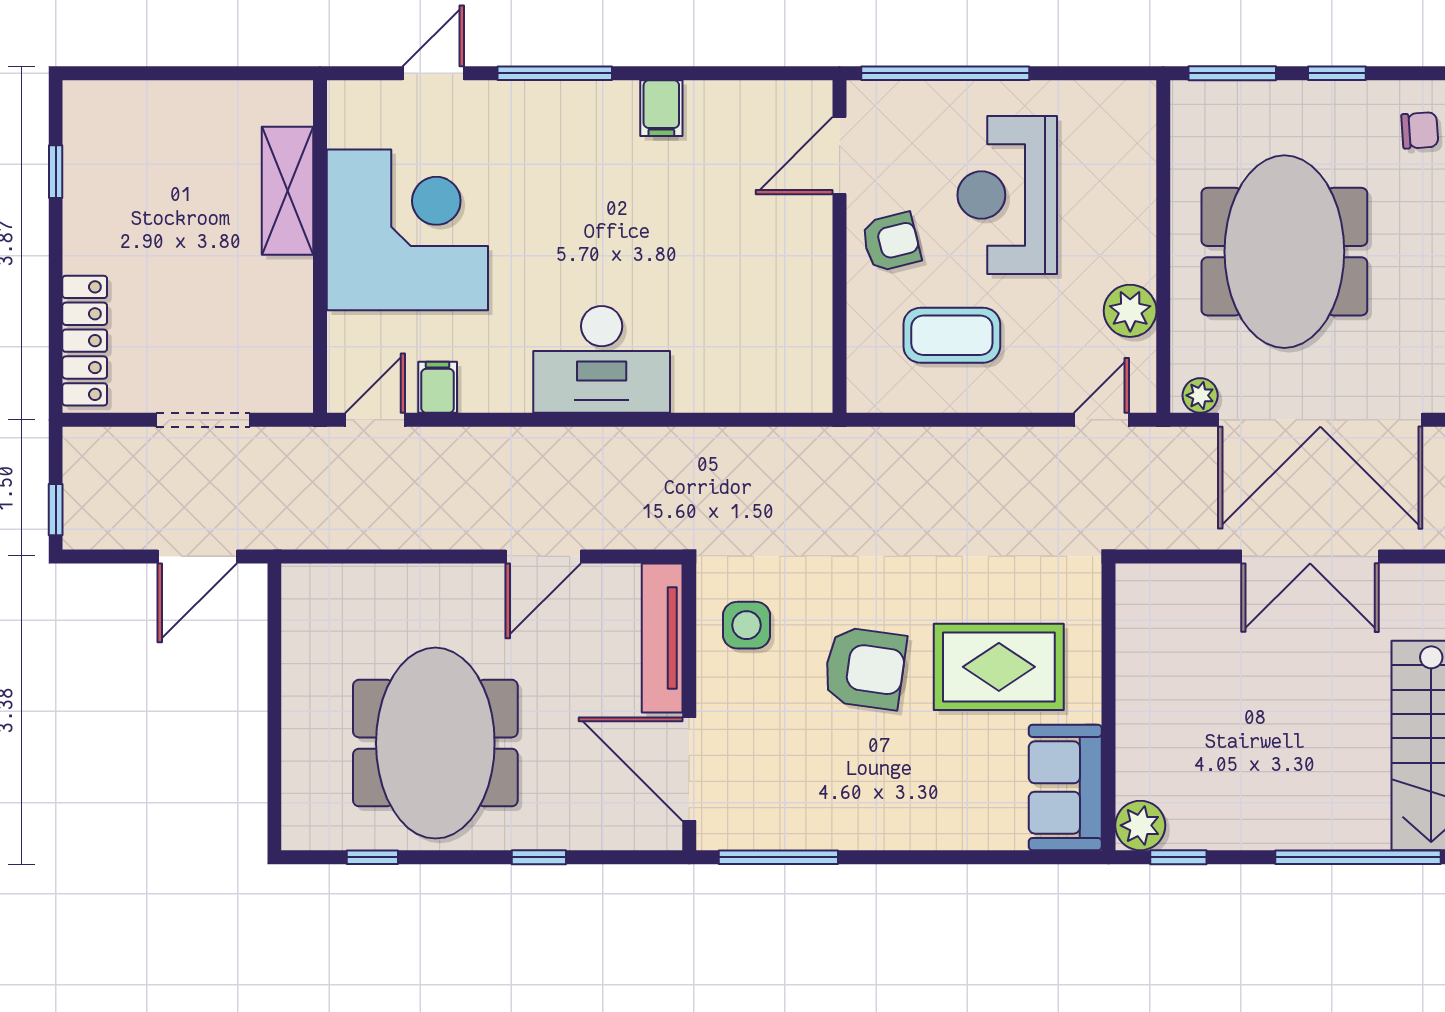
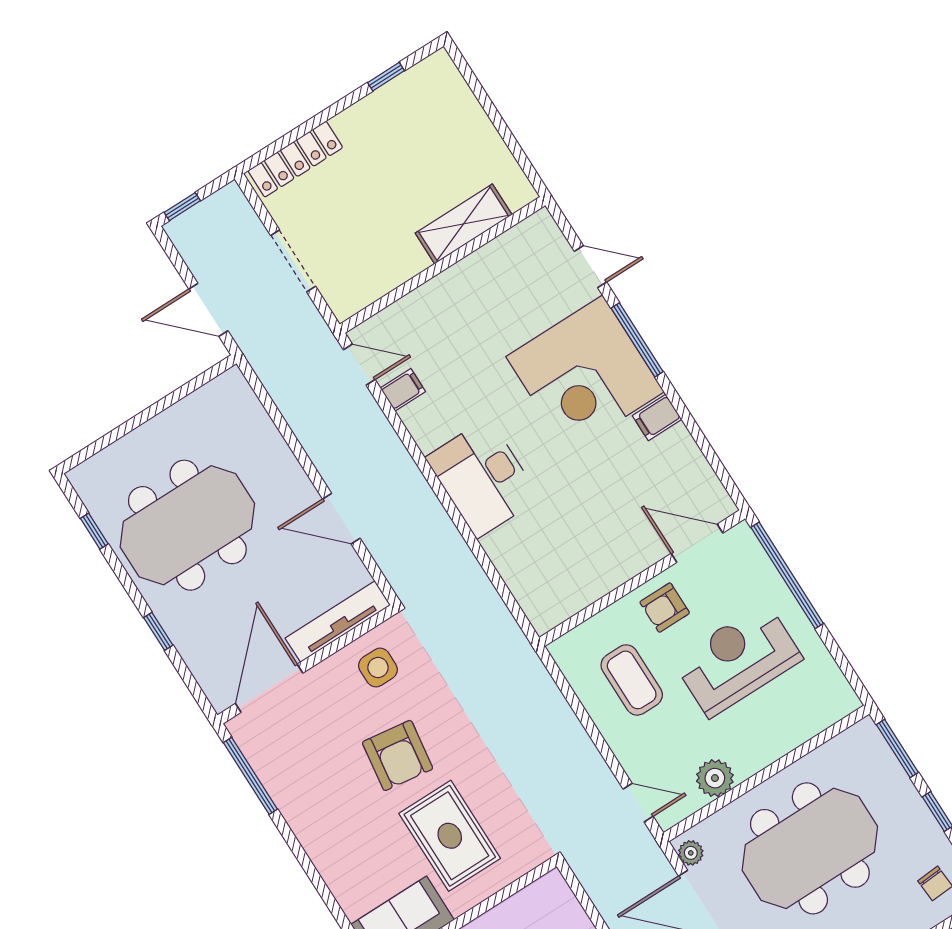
corner desk: (407, 230) -> (585, 374), moved, turned 90
armchair: (891, 242) -> (665, 608), turned 104

